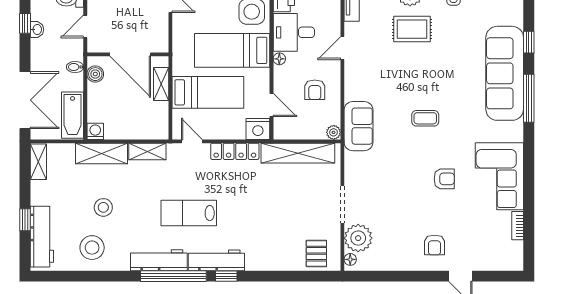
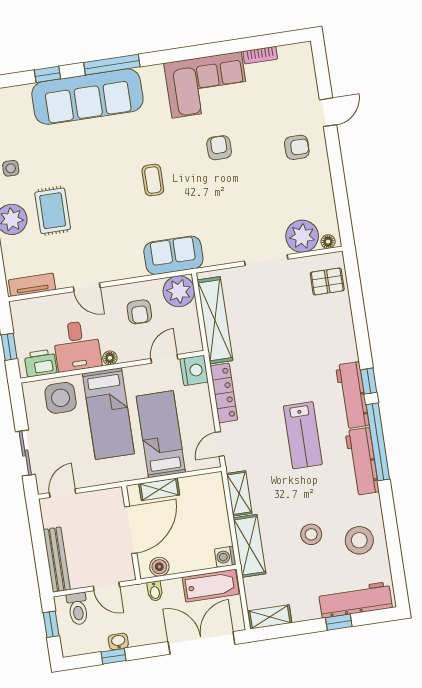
armchair: (315, 90) -> (139, 312), turned 90
plant: (334, 132) -> (179, 291), width x1.88, depth x1.88

